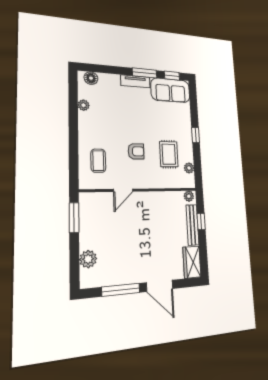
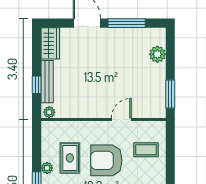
armchair: (136, 151) -> (106, 160), width x1.88, depth x1.88
coffee table: (98, 161) -> (146, 150), turned 90
plant: (189, 168) -> (47, 168), moved

